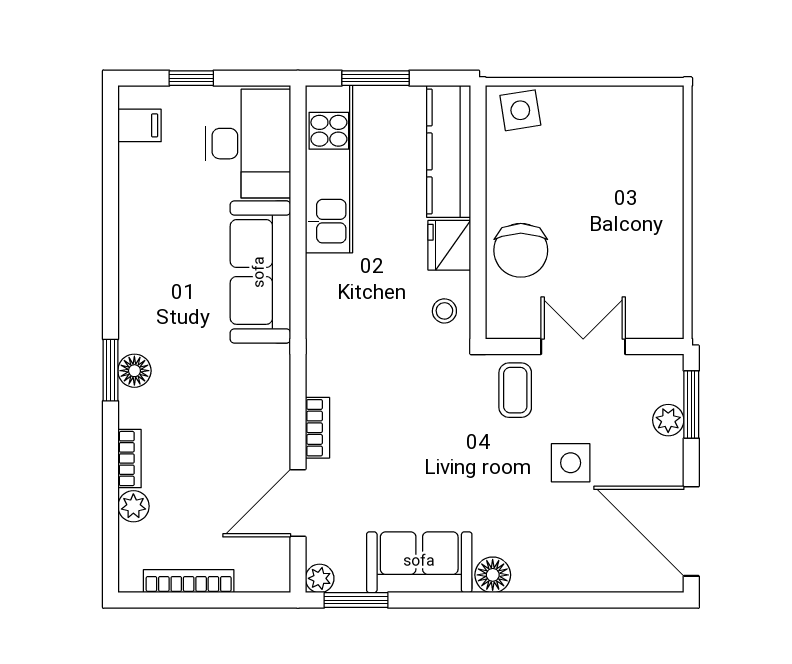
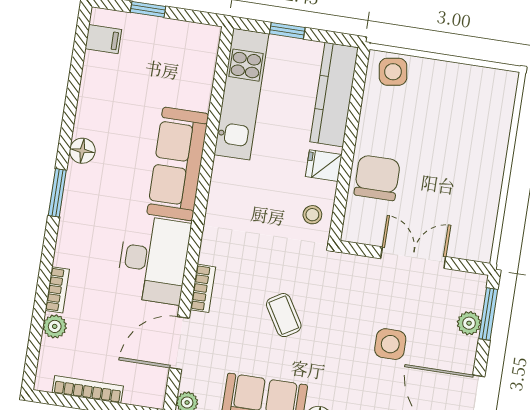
window: (376, 78) -> (287, 31), width x0.67
desk: (248, 144) -> (153, 260), moved
fridge: (449, 245) -> (324, 166), width x0.72
chair: (521, 250) -> (377, 178), turned 180
window: (111, 370) -> (57, 193), moved
floor lamp: (134, 371) -> (82, 151), moved
coffee table: (515, 390) -> (284, 315), moved, turned -31

